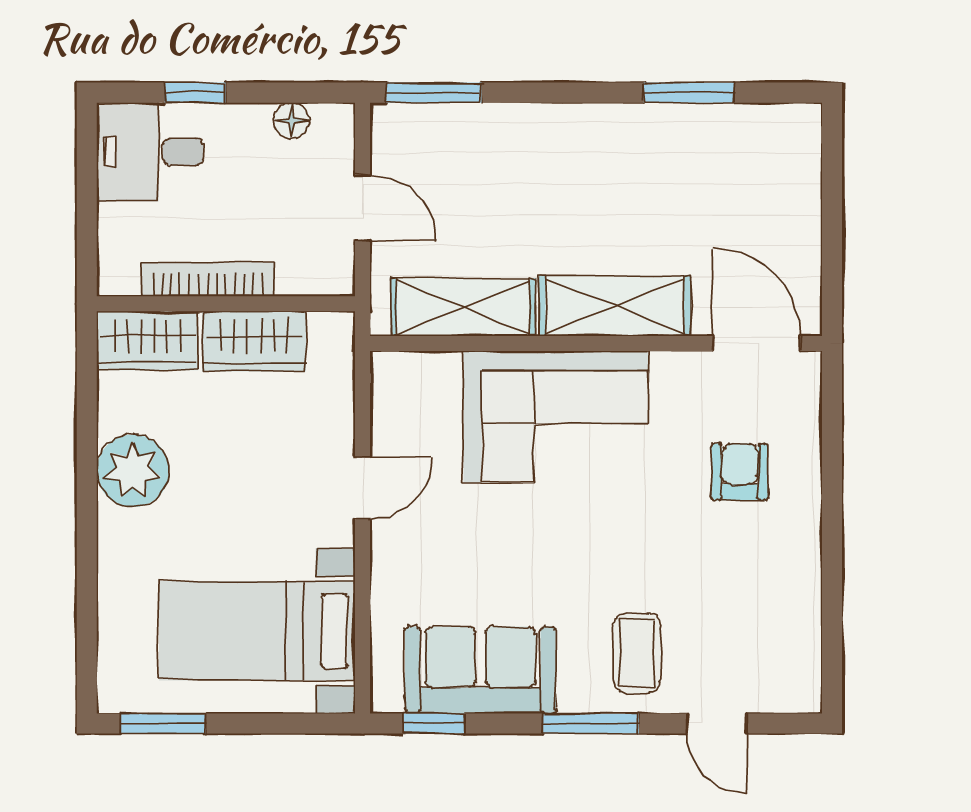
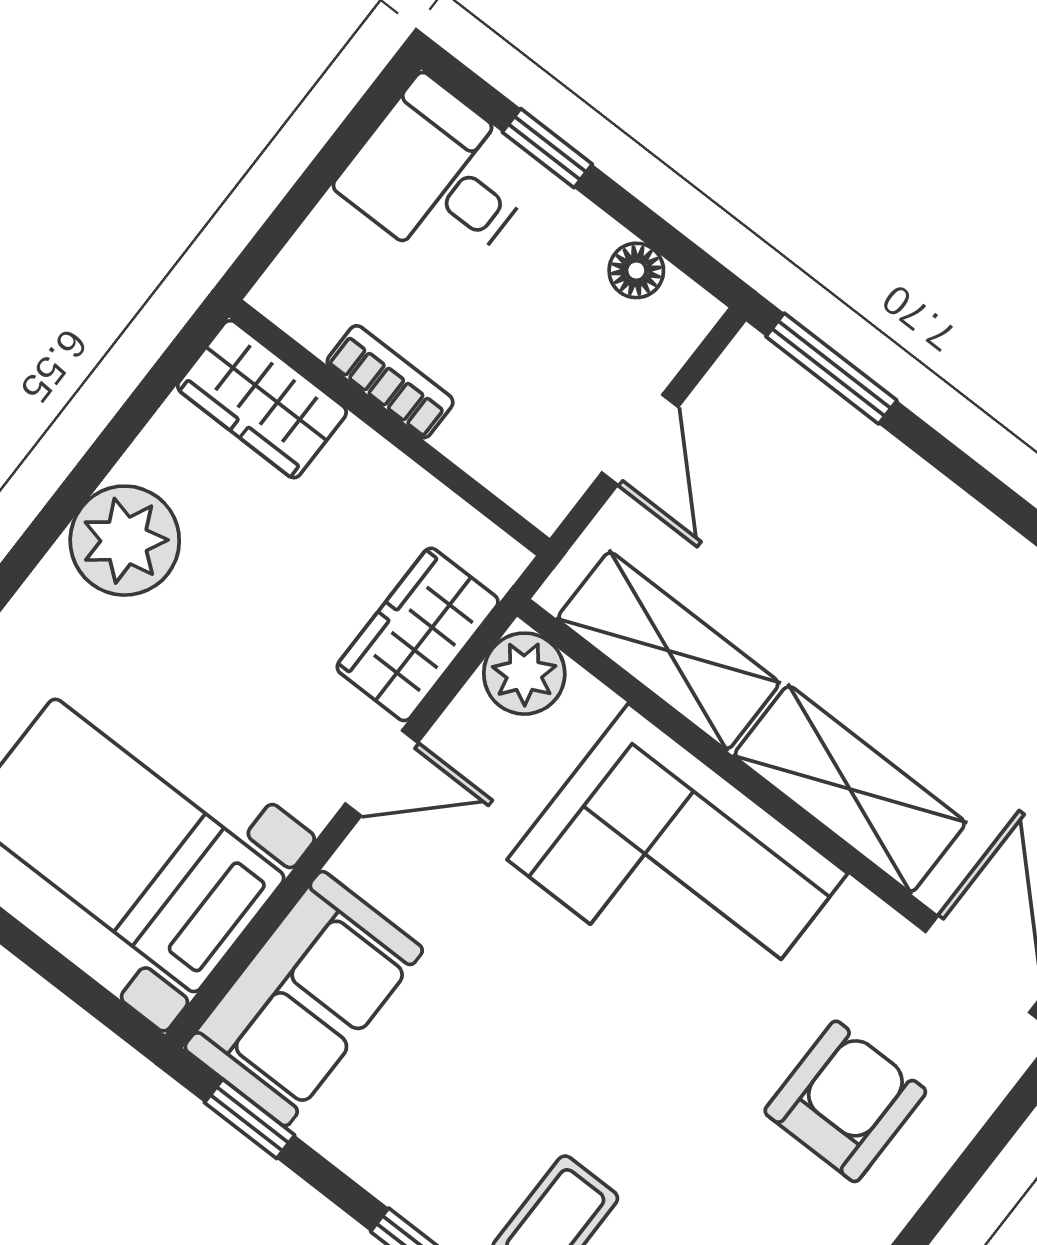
bookcase: (208, 279) -> (390, 382), width x0.64
wardrobe: (254, 341) -> (418, 634), moved, turned 90
plant: (397, 378) -> (524, 674), added
armchair: (740, 472) -> (845, 1101), width x1.38, depth x1.38
sofa: (480, 670) -> (304, 999), moved, turned 90

